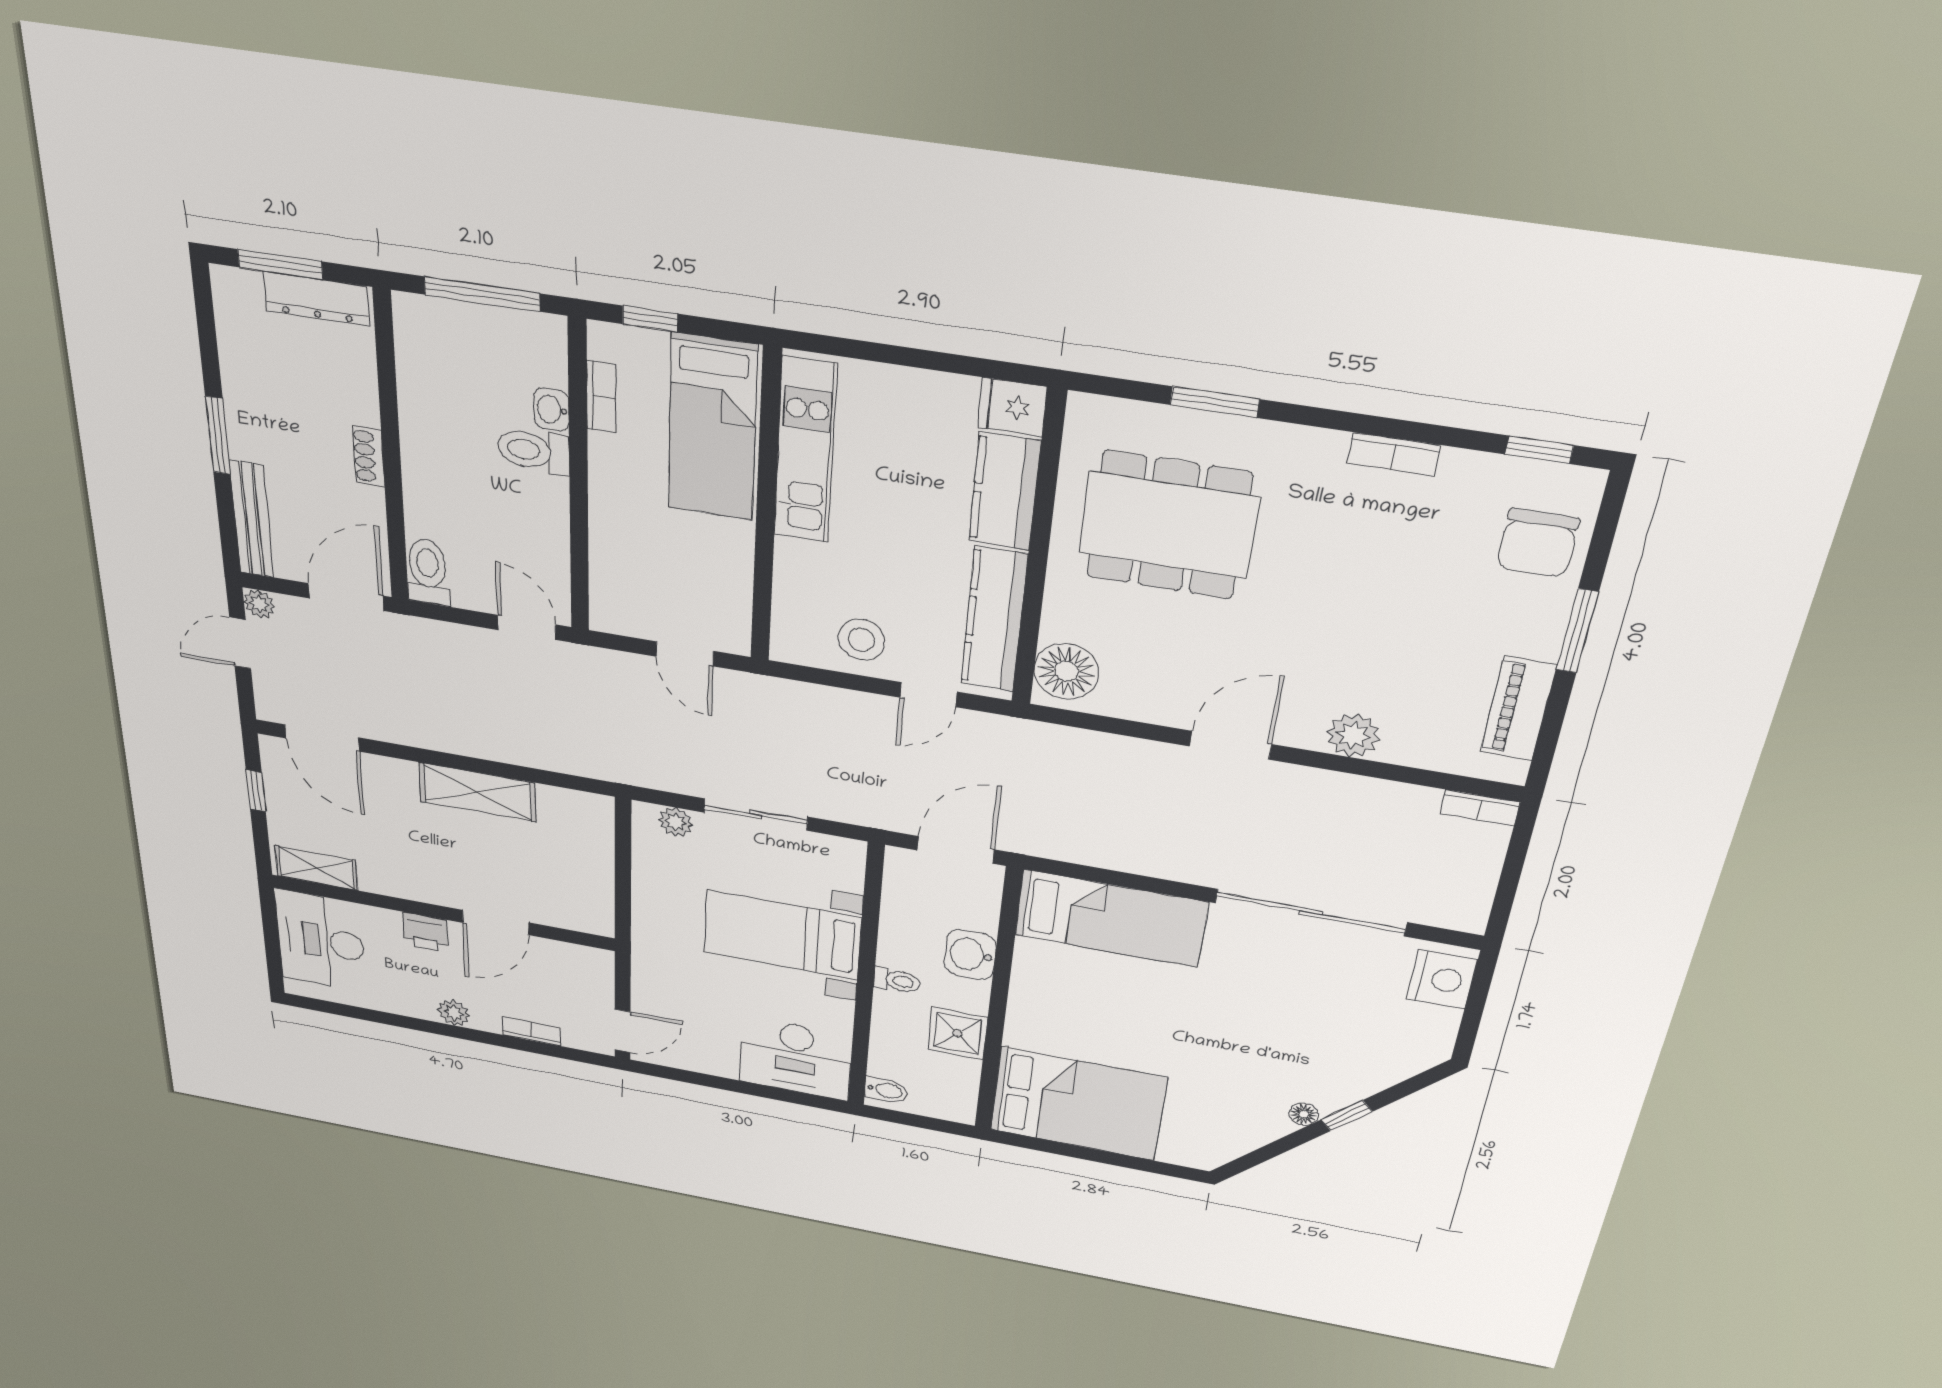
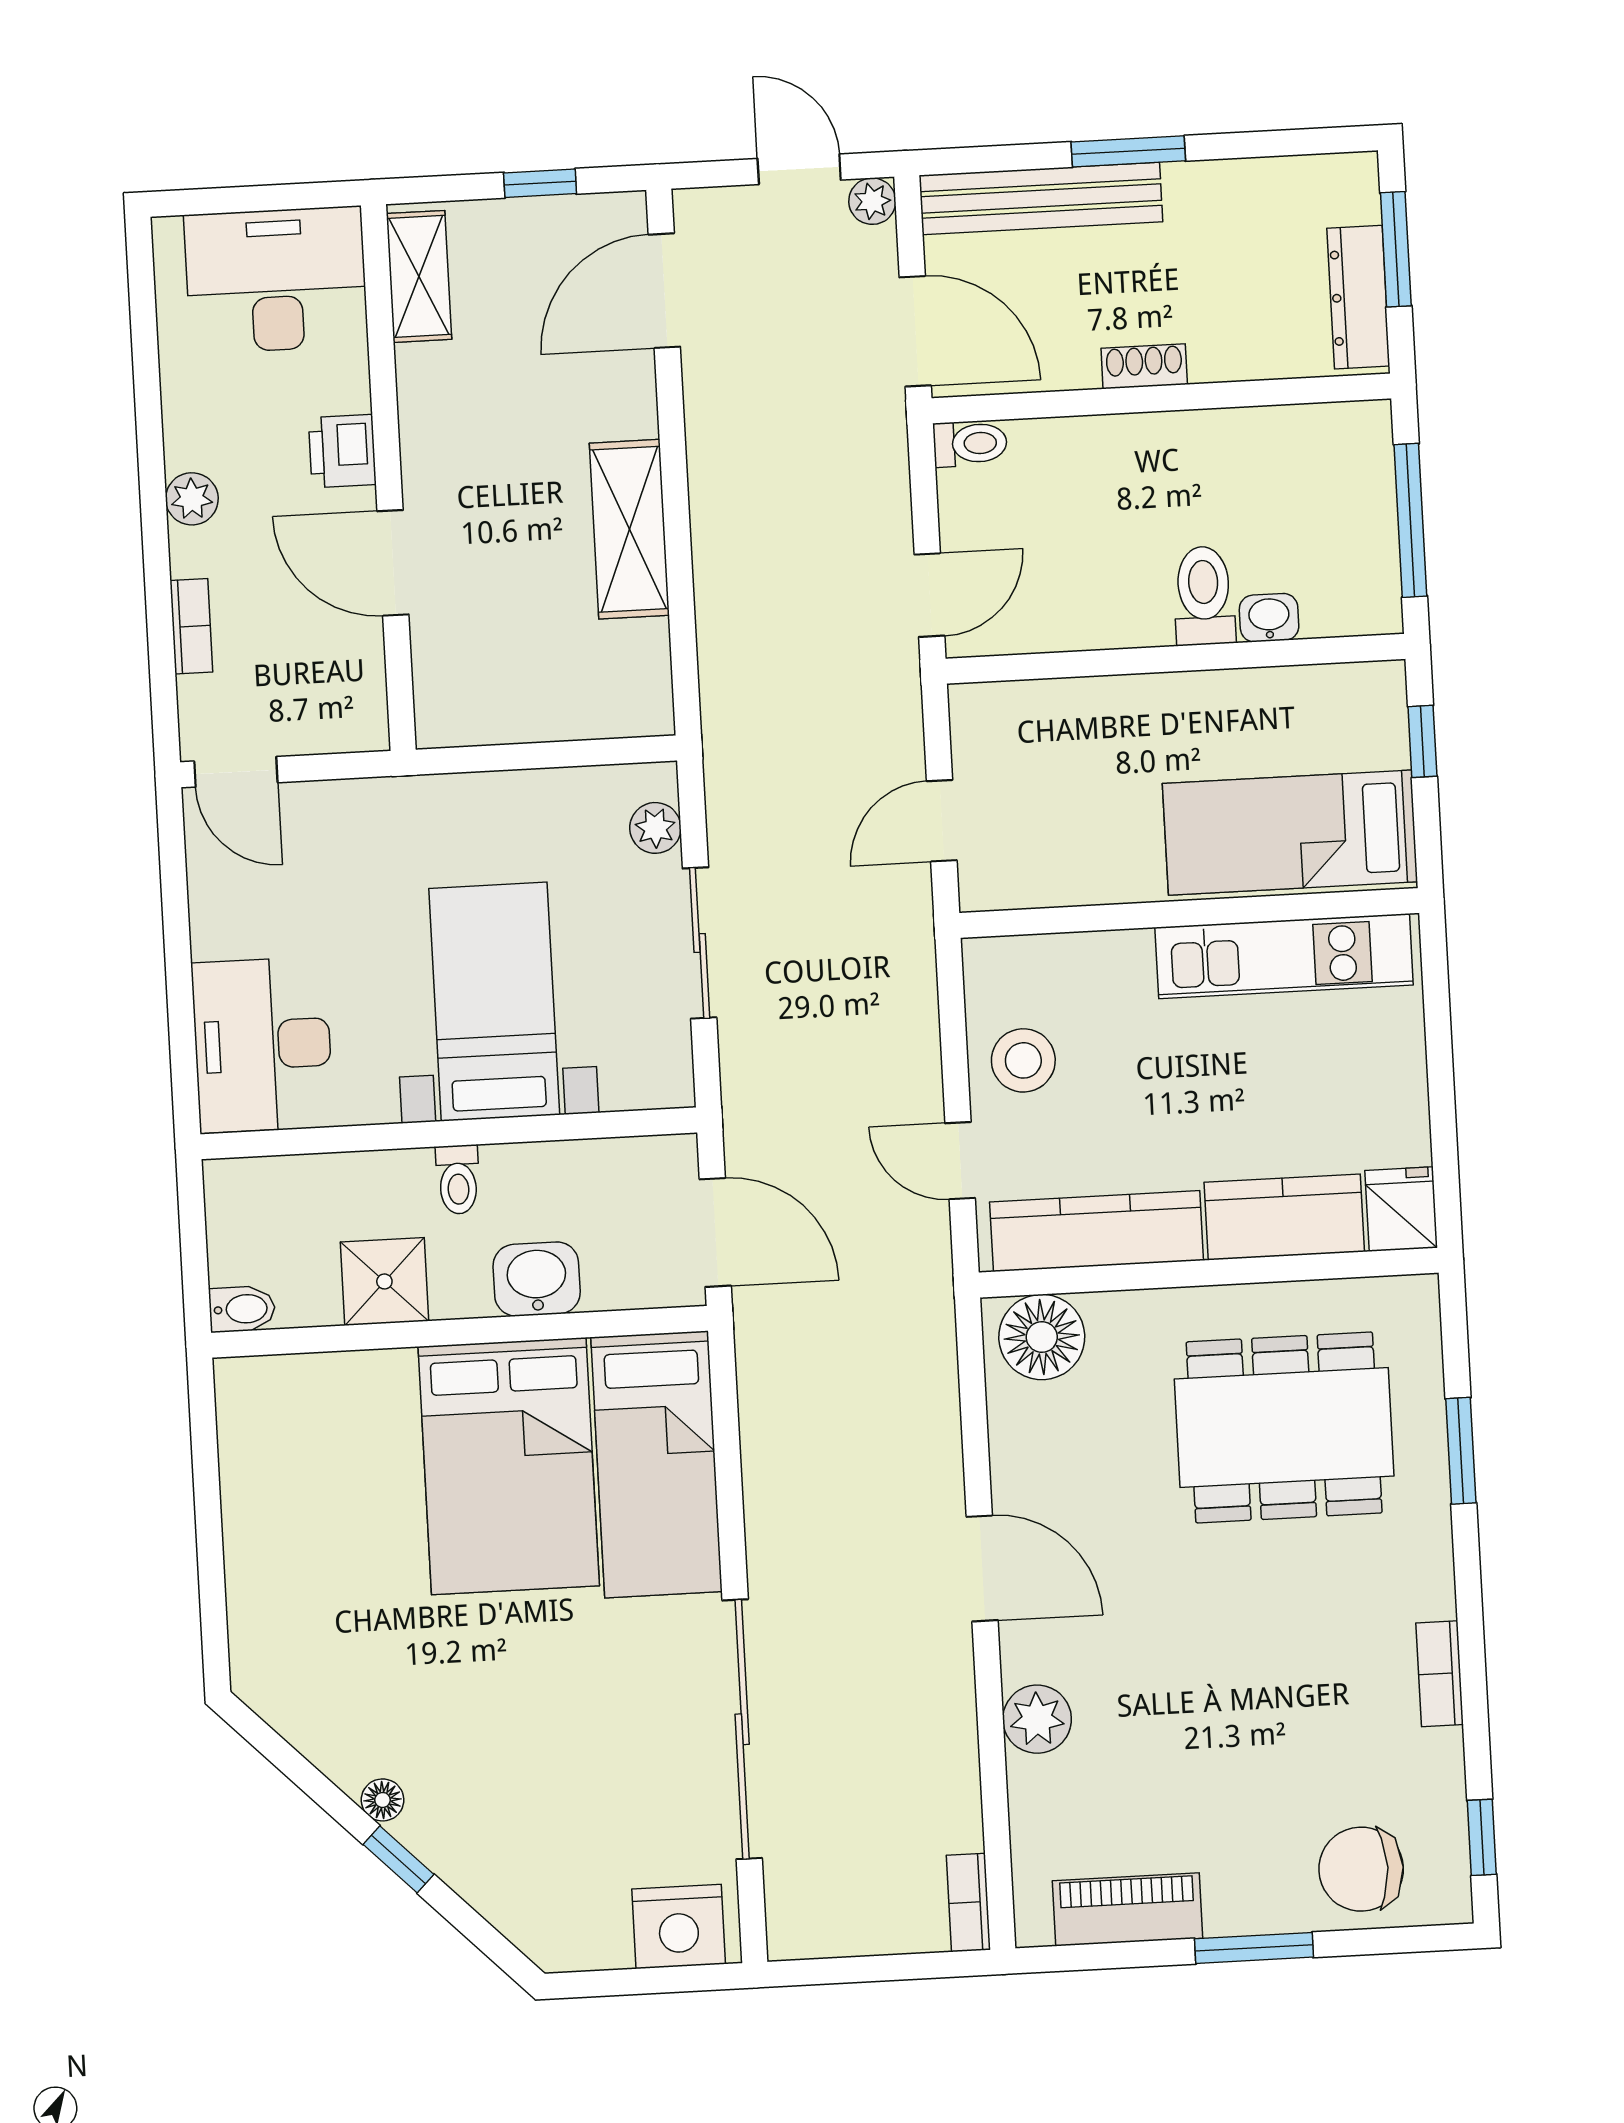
bookcase: (601, 397) -> (1302, 684), removed
bench: (252, 519) -> (1041, 199), width x1.37, depth x1.21
dining table: (1168, 525) -> (1284, 1427), turned 90
toilet: (428, 572) -> (970, 444), width x0.73, depth x0.72
bidet: (886, 1090) -> (242, 1309), moved, turned -90
bed: (1078, 1104) -> (509, 1466), moved

